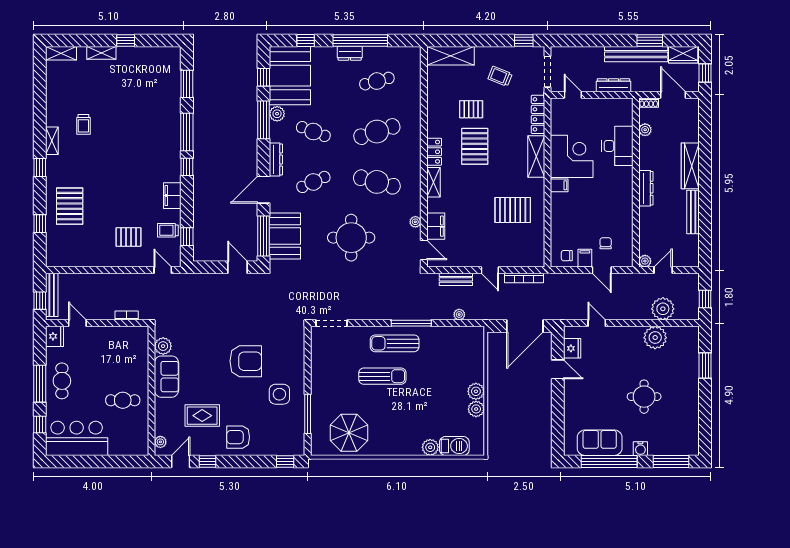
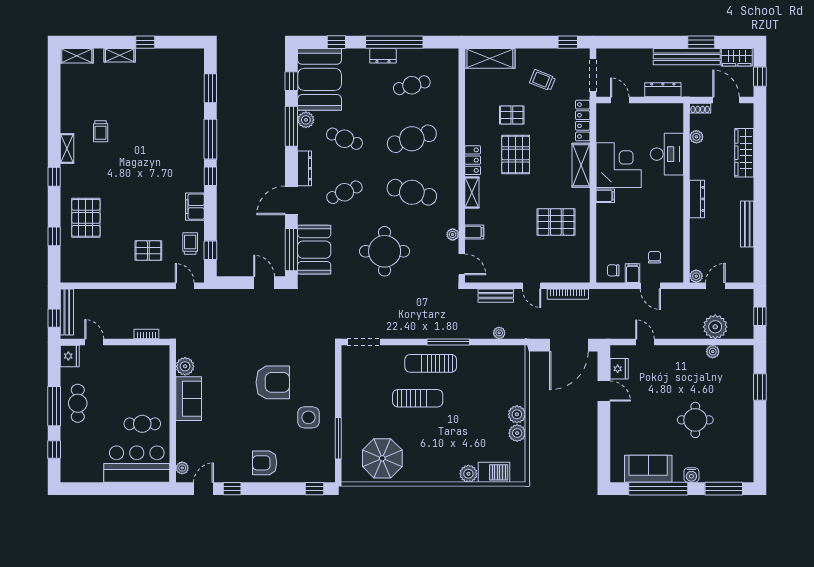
wardrobe: (690, 166) -> (744, 153), moved
filing cabinet: (436, 226) -> (474, 232), width x0.50
trolley: (168, 230) -> (190, 244), turned 90
plant: (655, 338) -> (713, 352), width x0.53, depth x0.53
rug: (202, 416) -> (227, 440), removed
bar counter: (77, 438) -> (137, 464), moved

